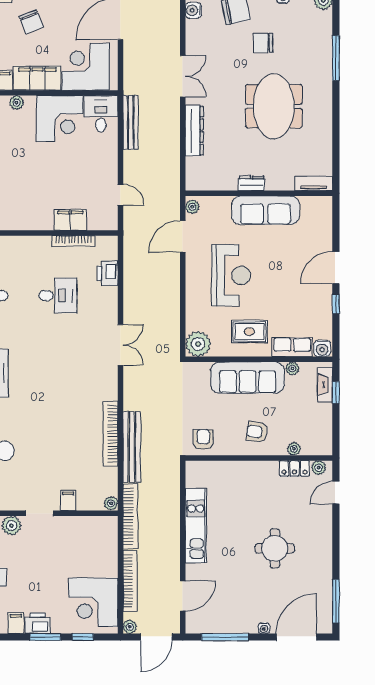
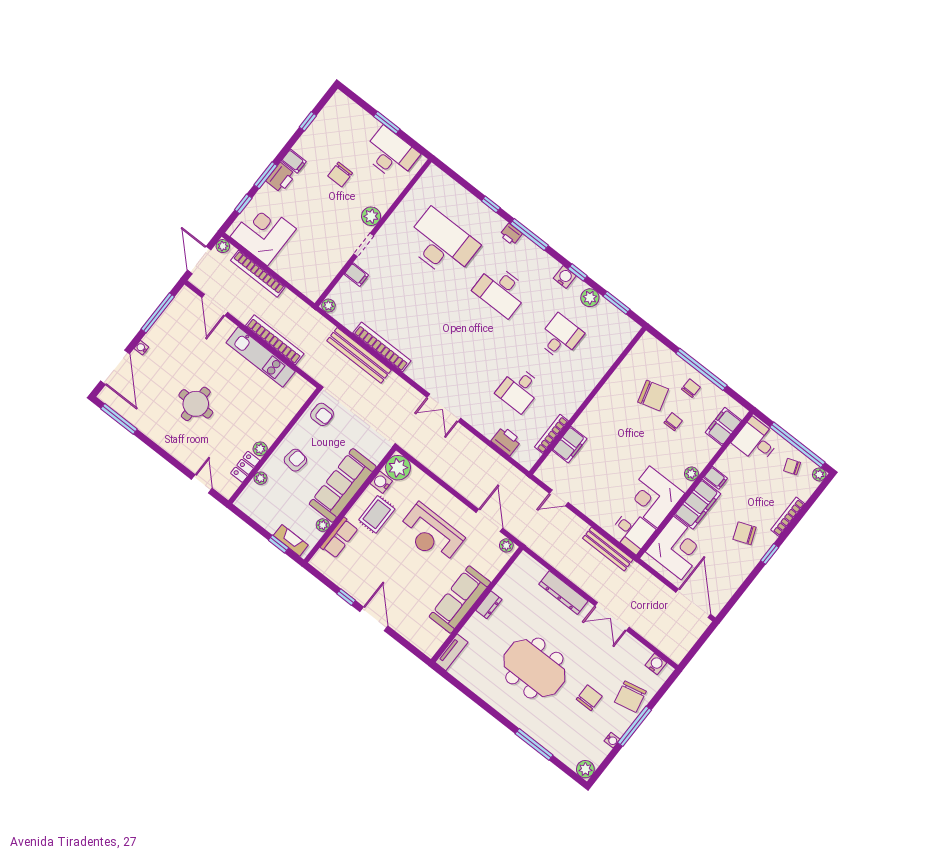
water cooler: (322, 348) -> (381, 482), moved
plant: (319, 468) -> (260, 449), moved
bookcase: (130, 516) -> (275, 340), moved, turned 180

